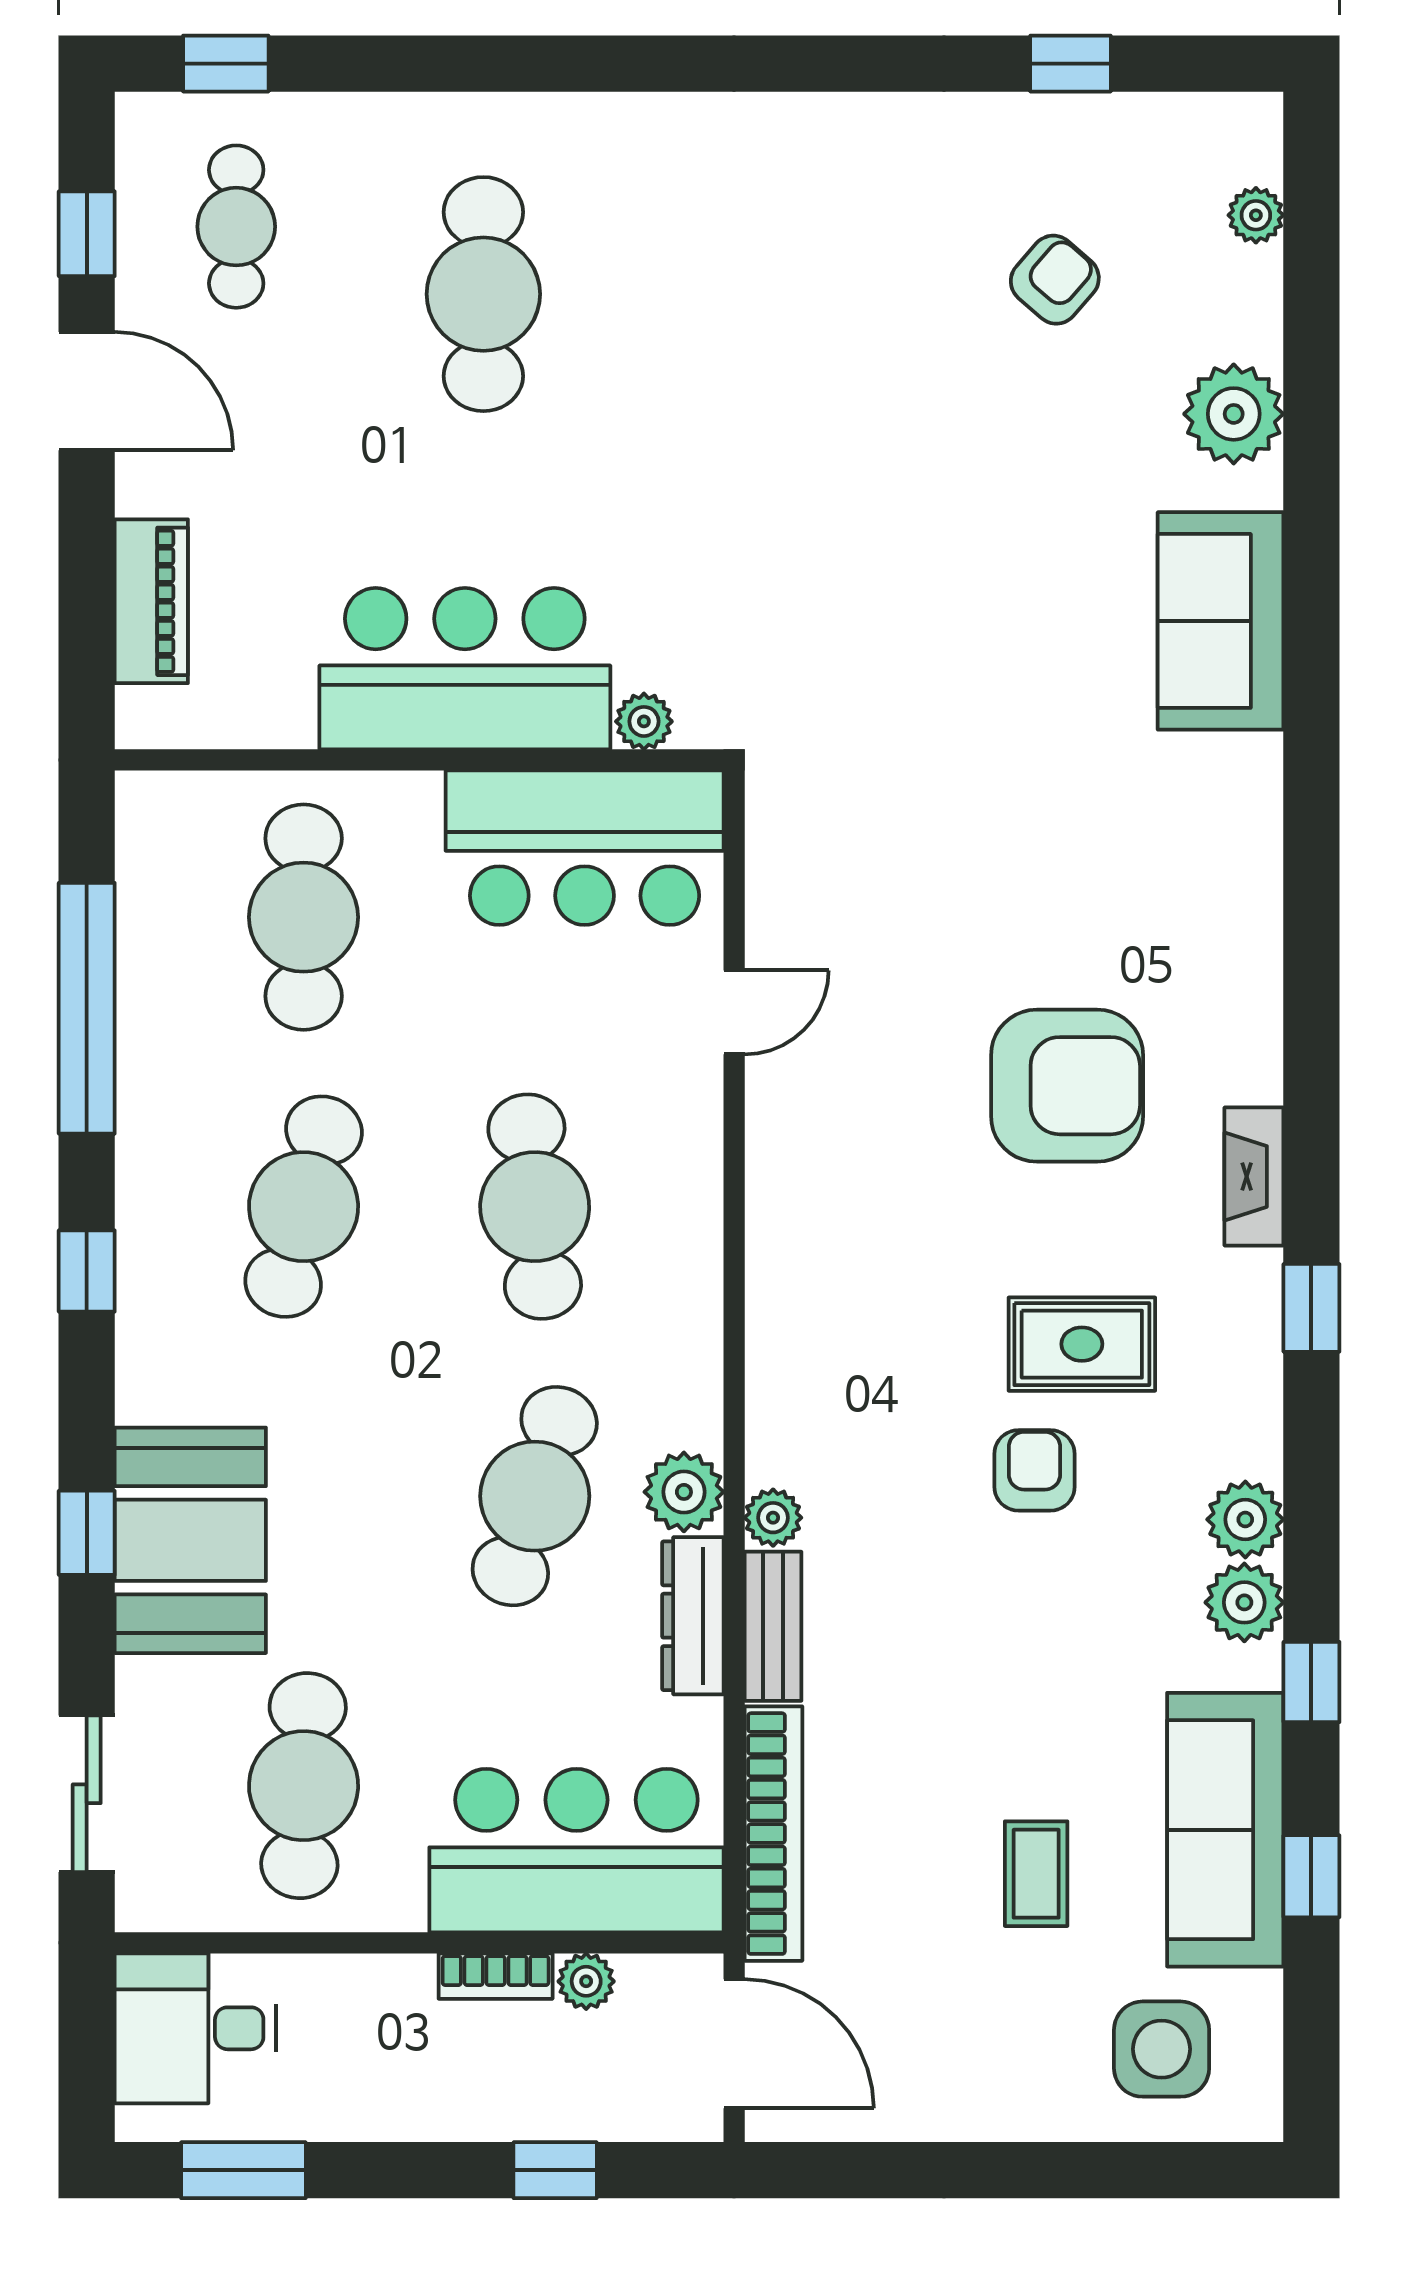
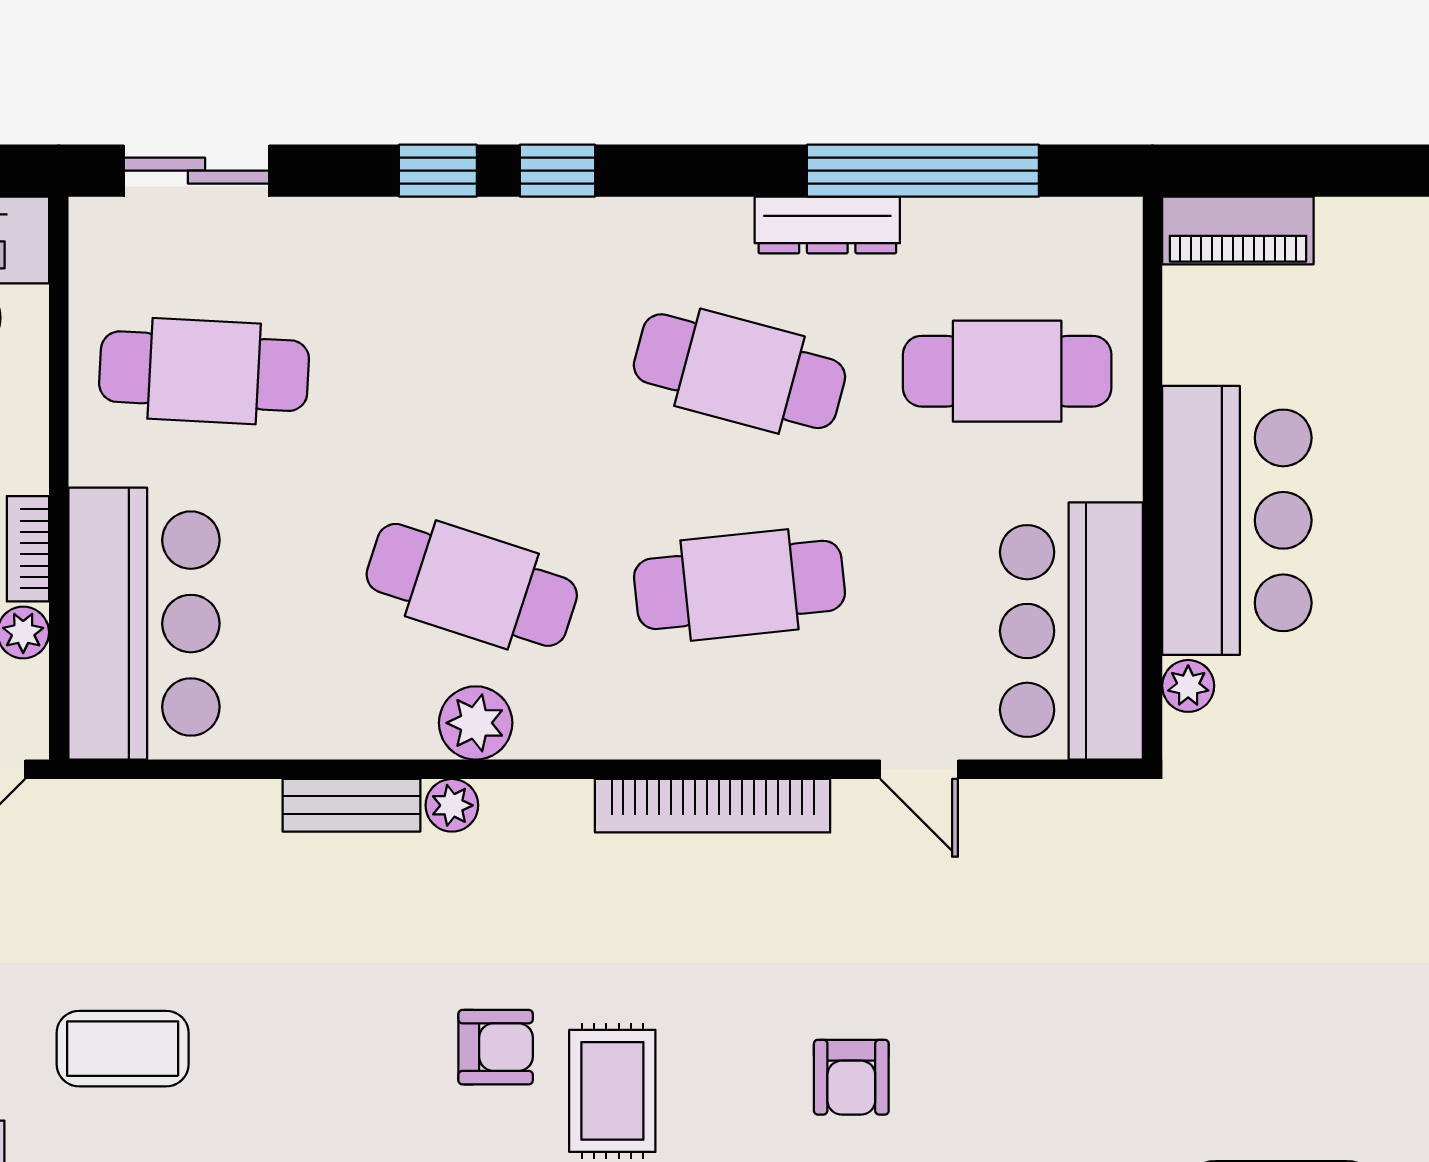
piano: (151, 601) -> (1238, 230), moved
armchair: (1067, 1086) -> (851, 1077), width x0.53, depth x0.53
window: (87, 1271) -> (557, 171), moved
booth: (190, 1540) -> (431, 266), removed
dresser: (693, 1616) -> (827, 225), moved, turned 180
bookcase: (773, 1834) -> (713, 806), moved
coffee table: (1036, 1874) -> (123, 1049), width x1.36, depth x1.30

